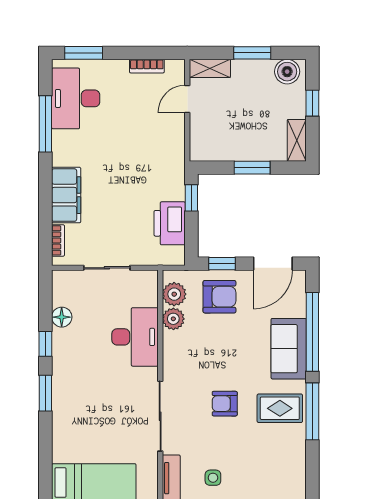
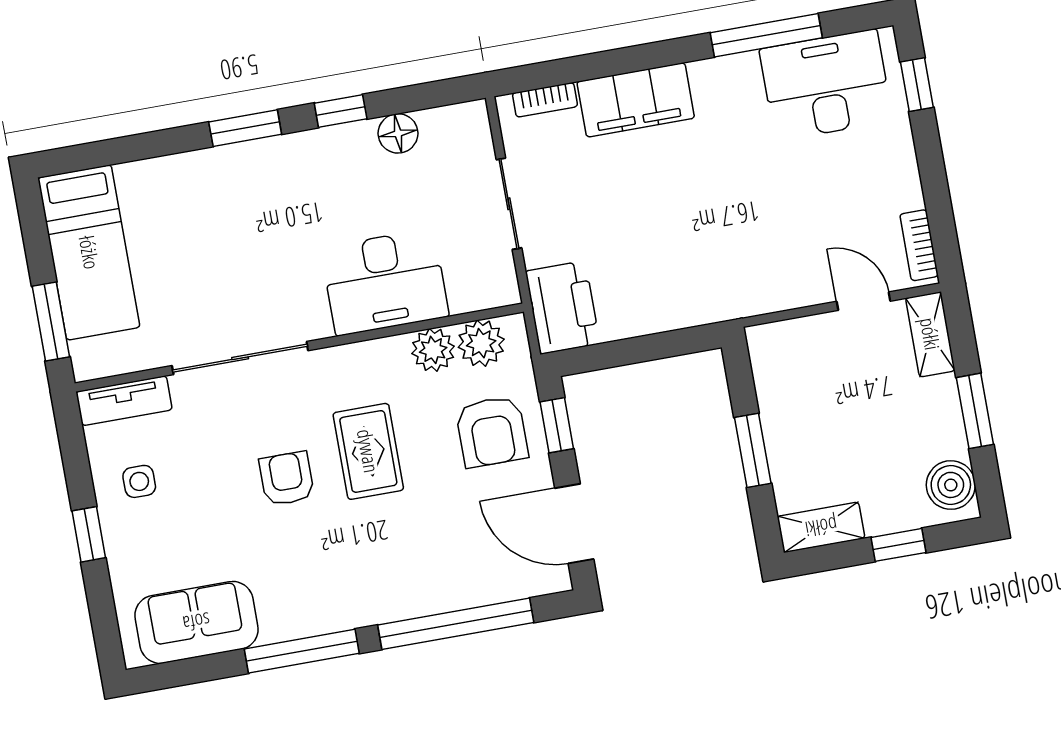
window: (84, 53) -> (917, 85), width x0.67
bookcase: (147, 66) -> (919, 245), moved
window: (191, 198) -> (673, 343), removed
printer: (170, 223) -> (563, 307), moved, turned 90
sofa: (289, 349) -> (196, 622), moved
rug: (280, 408) -> (368, 451), moved

